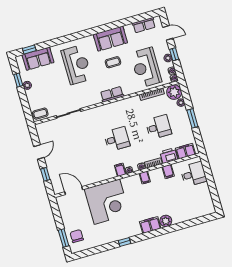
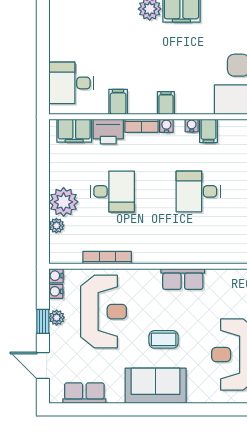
plant: (174, 92) -> (64, 202), moved
window: (192, 118) -> (43, 189), removed
desk: (158, 127) -> (112, 191), turned 180

